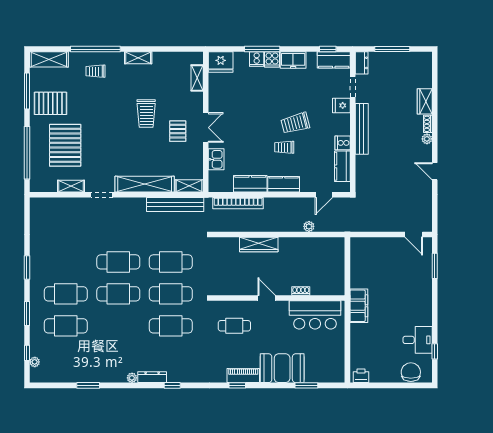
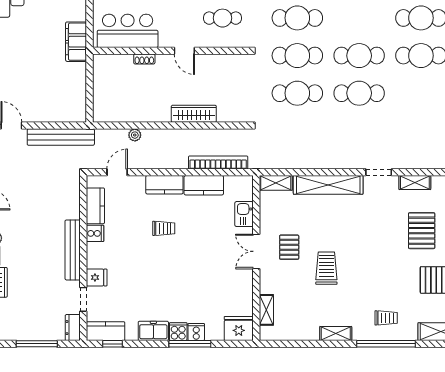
trolley: (295, 123) -> (151, 257), removed
pallet: (65, 145) -> (422, 231), width x0.73, depth x0.71
bench: (175, 204) -> (61, 137), moved

